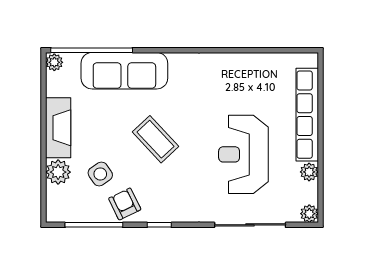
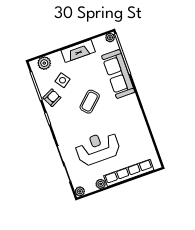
plant: (58, 172) -> (44, 63), moved

